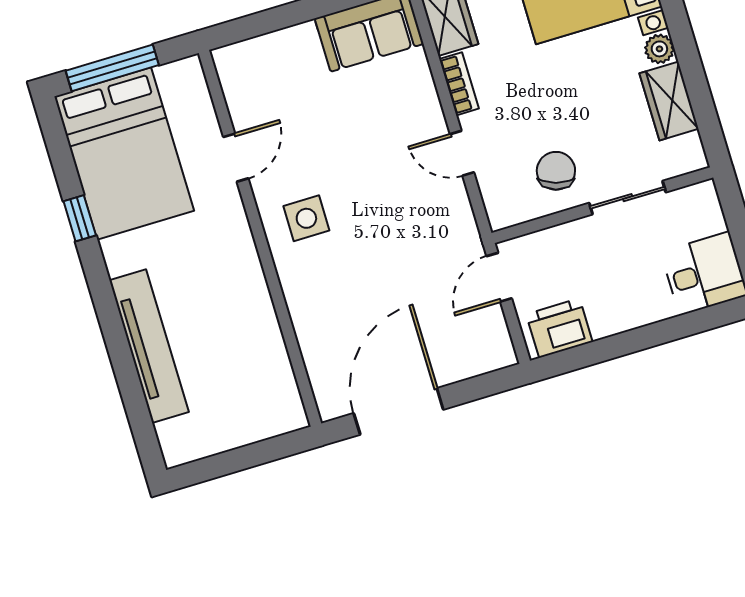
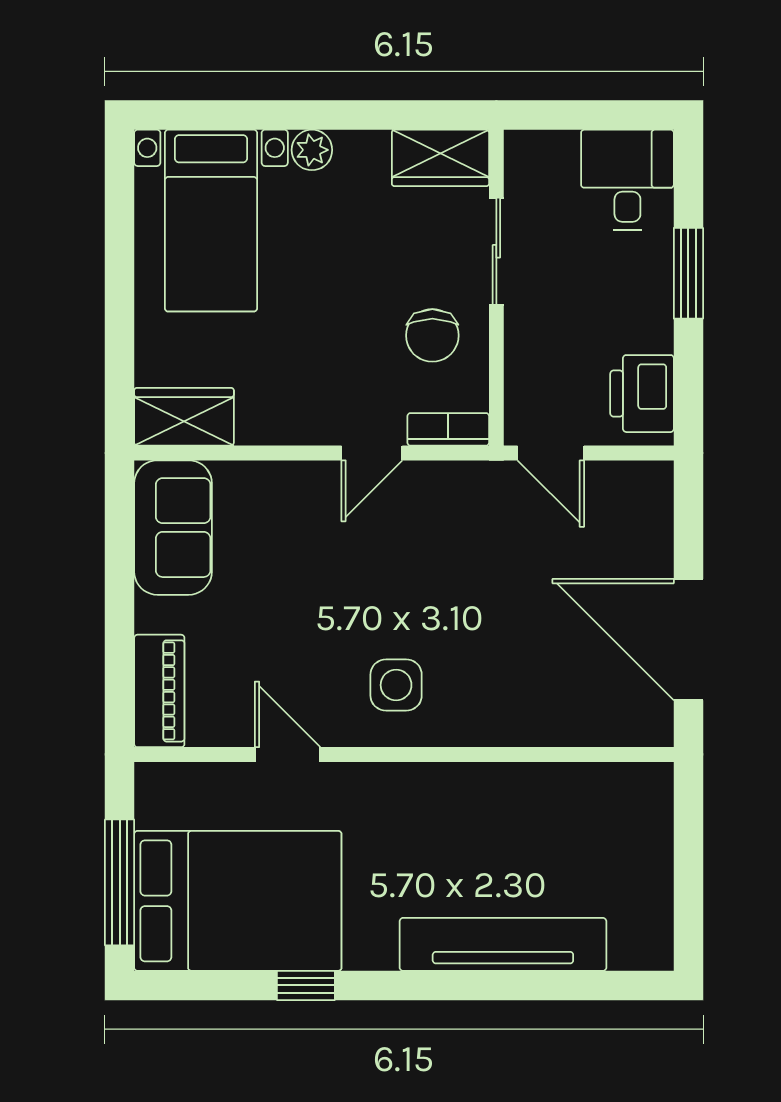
piano: (253, 56) -> (159, 691), added
bookcase: (459, 84) -> (448, 429), moved
wardrobe: (669, 101) -> (440, 158), moved
chair: (556, 171) -> (432, 335), turned -107
window: (652, 335) -> (688, 273), added

